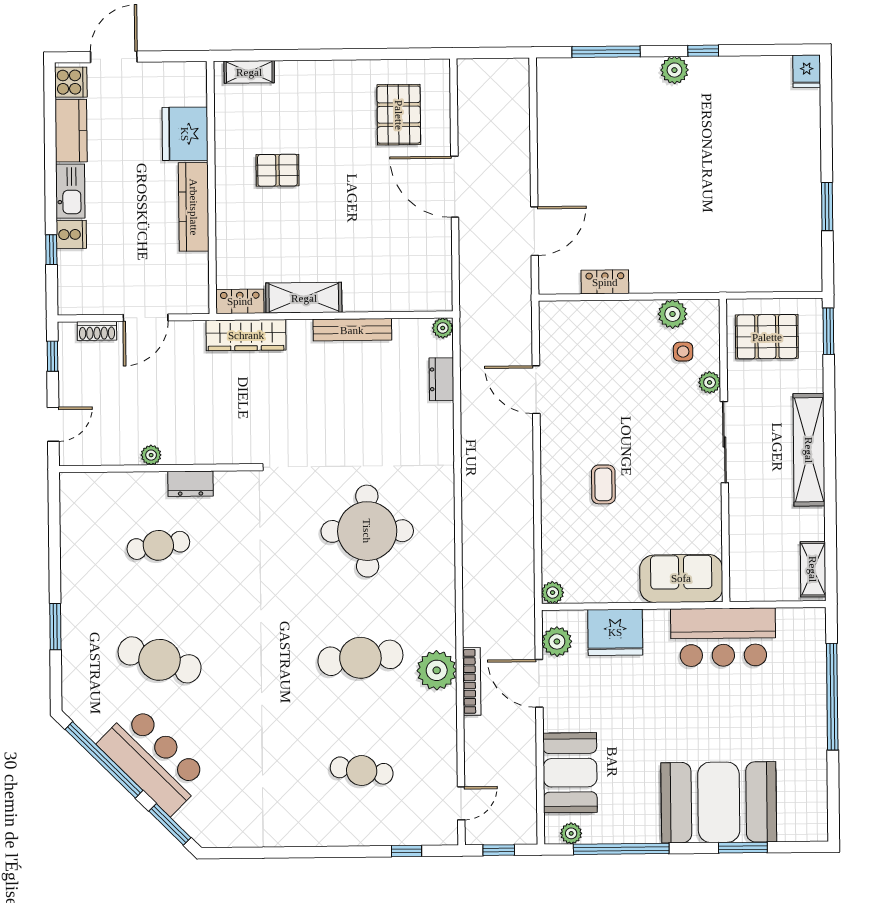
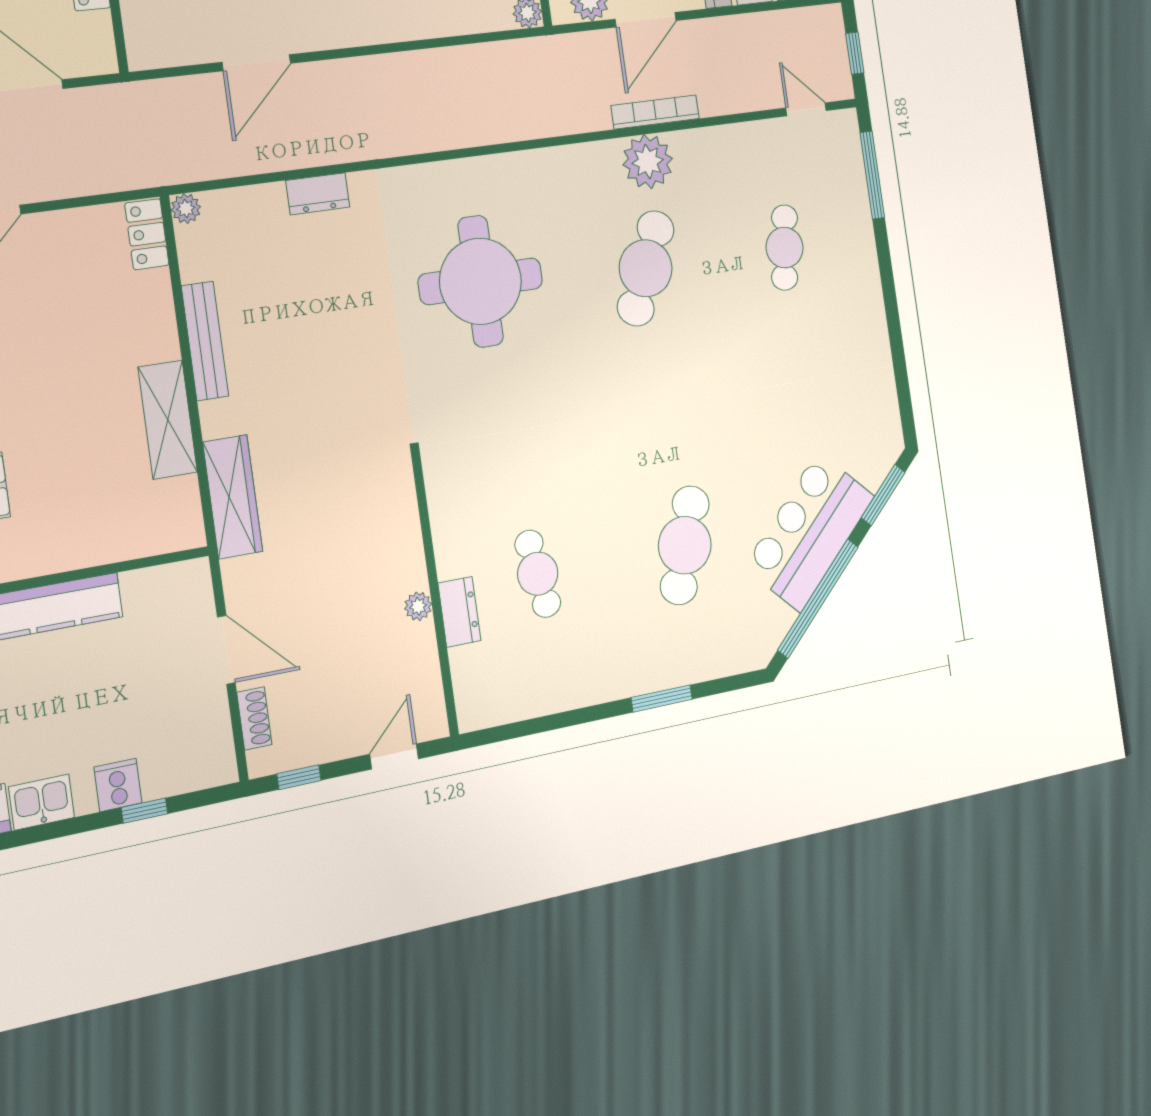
kitchen sink: (70, 191) -> (42, 802), width x0.73
locker: (240, 301) -> (147, 234), moved
dresser: (441, 379) -> (318, 194), moved
door: (53, 424) -> (394, 756), hinge flipped
dresser: (190, 484) -> (459, 612), moved
cafe table: (360, 658) -> (646, 268), turned 30
window: (406, 851) -> (872, 175), width x2.17

